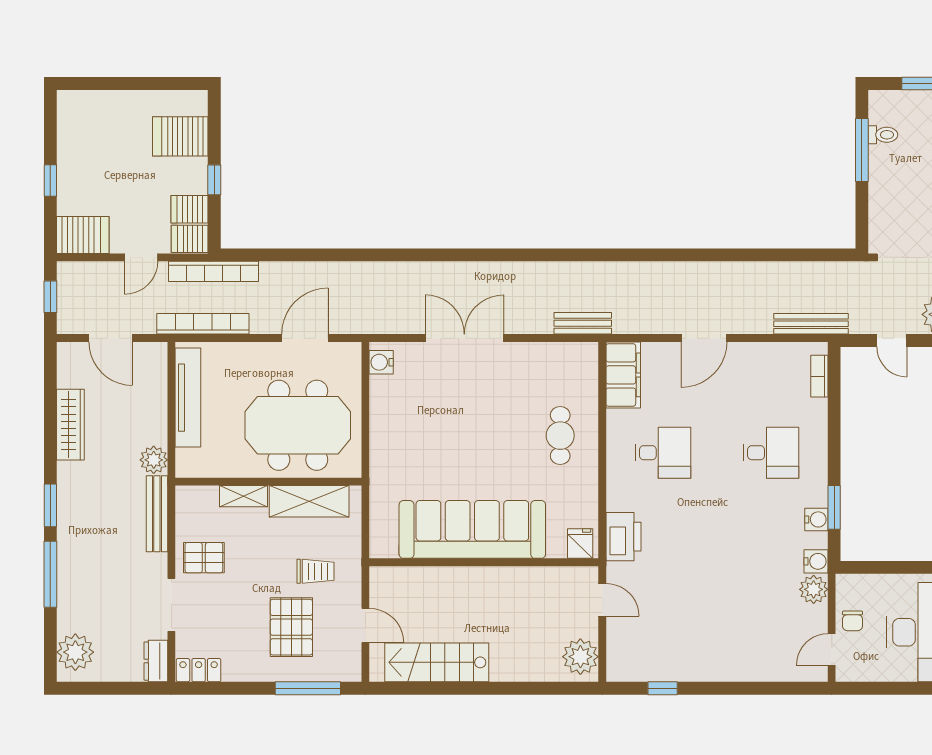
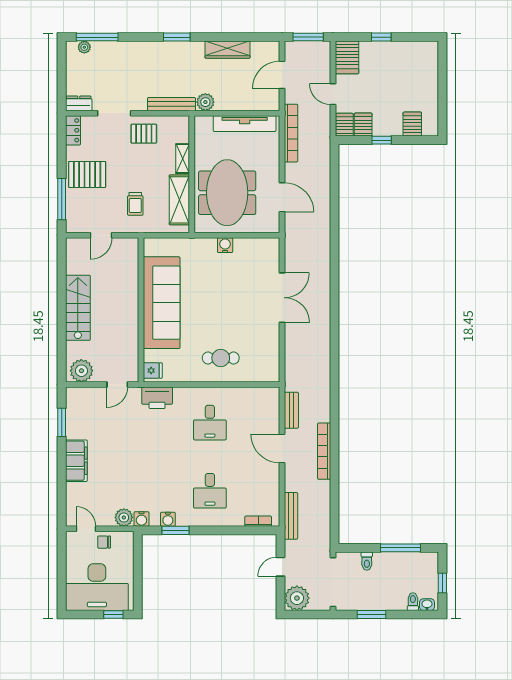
toilet: (883, 135) -> (367, 561), moved
server rack: (180, 136) -> (412, 124), width x0.73, depth x0.70
bookcase: (213, 271) -> (324, 451), moved
window: (50, 297) -> (308, 37), width x1.50
bench: (583, 323) -> (291, 410), moved
water cooler: (381, 362) -> (225, 245), moved
filing cabinet: (623, 375) -> (76, 461), moved, turned -90
pallet: (204, 558) -> (144, 134), turned 90
window: (50, 574) -> (97, 37), moved
pallet: (291, 627) -> (87, 174), moved
plant: (75, 652) -> (84, 47), width x0.53, depth x0.53
stairs: (437, 662) -> (78, 308), moved
window: (663, 688) -> (62, 422), width x1.50

